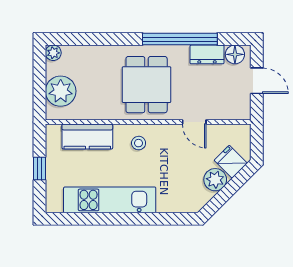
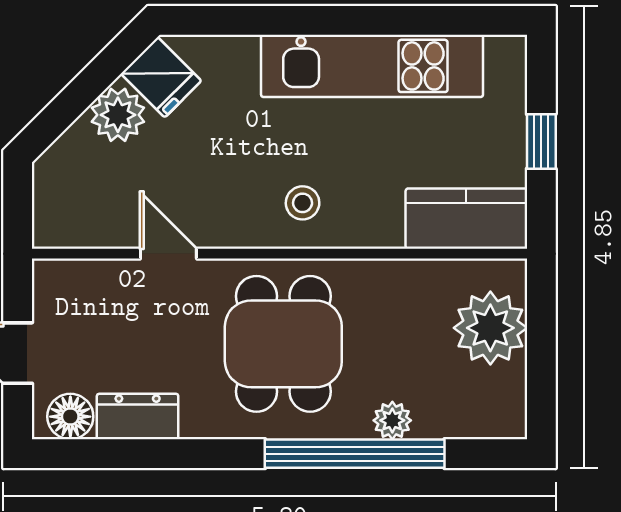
window: (180, 39) -> (355, 454), moved
plant: (53, 53) -> (392, 420), moved
kitchen counter: (87, 137) -> (466, 219), moved
fridge: (231, 162) -> (161, 77), moved

